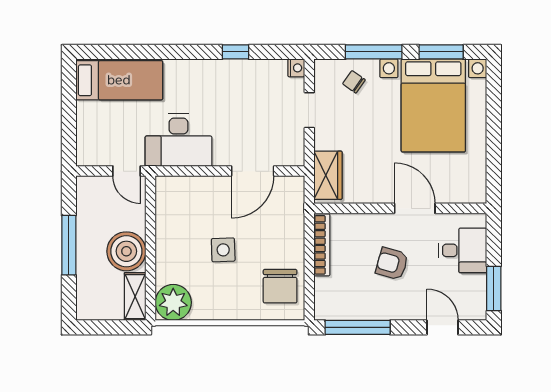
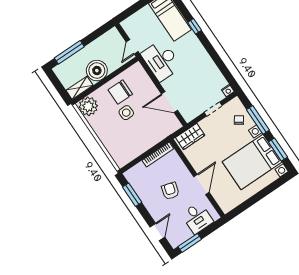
window: (236, 52) -> (195, 26), moved
window: (69, 245) -> (69, 52), moved
chair: (280, 286) -> (120, 92), moved
window: (358, 327) -> (132, 195), width x0.69

